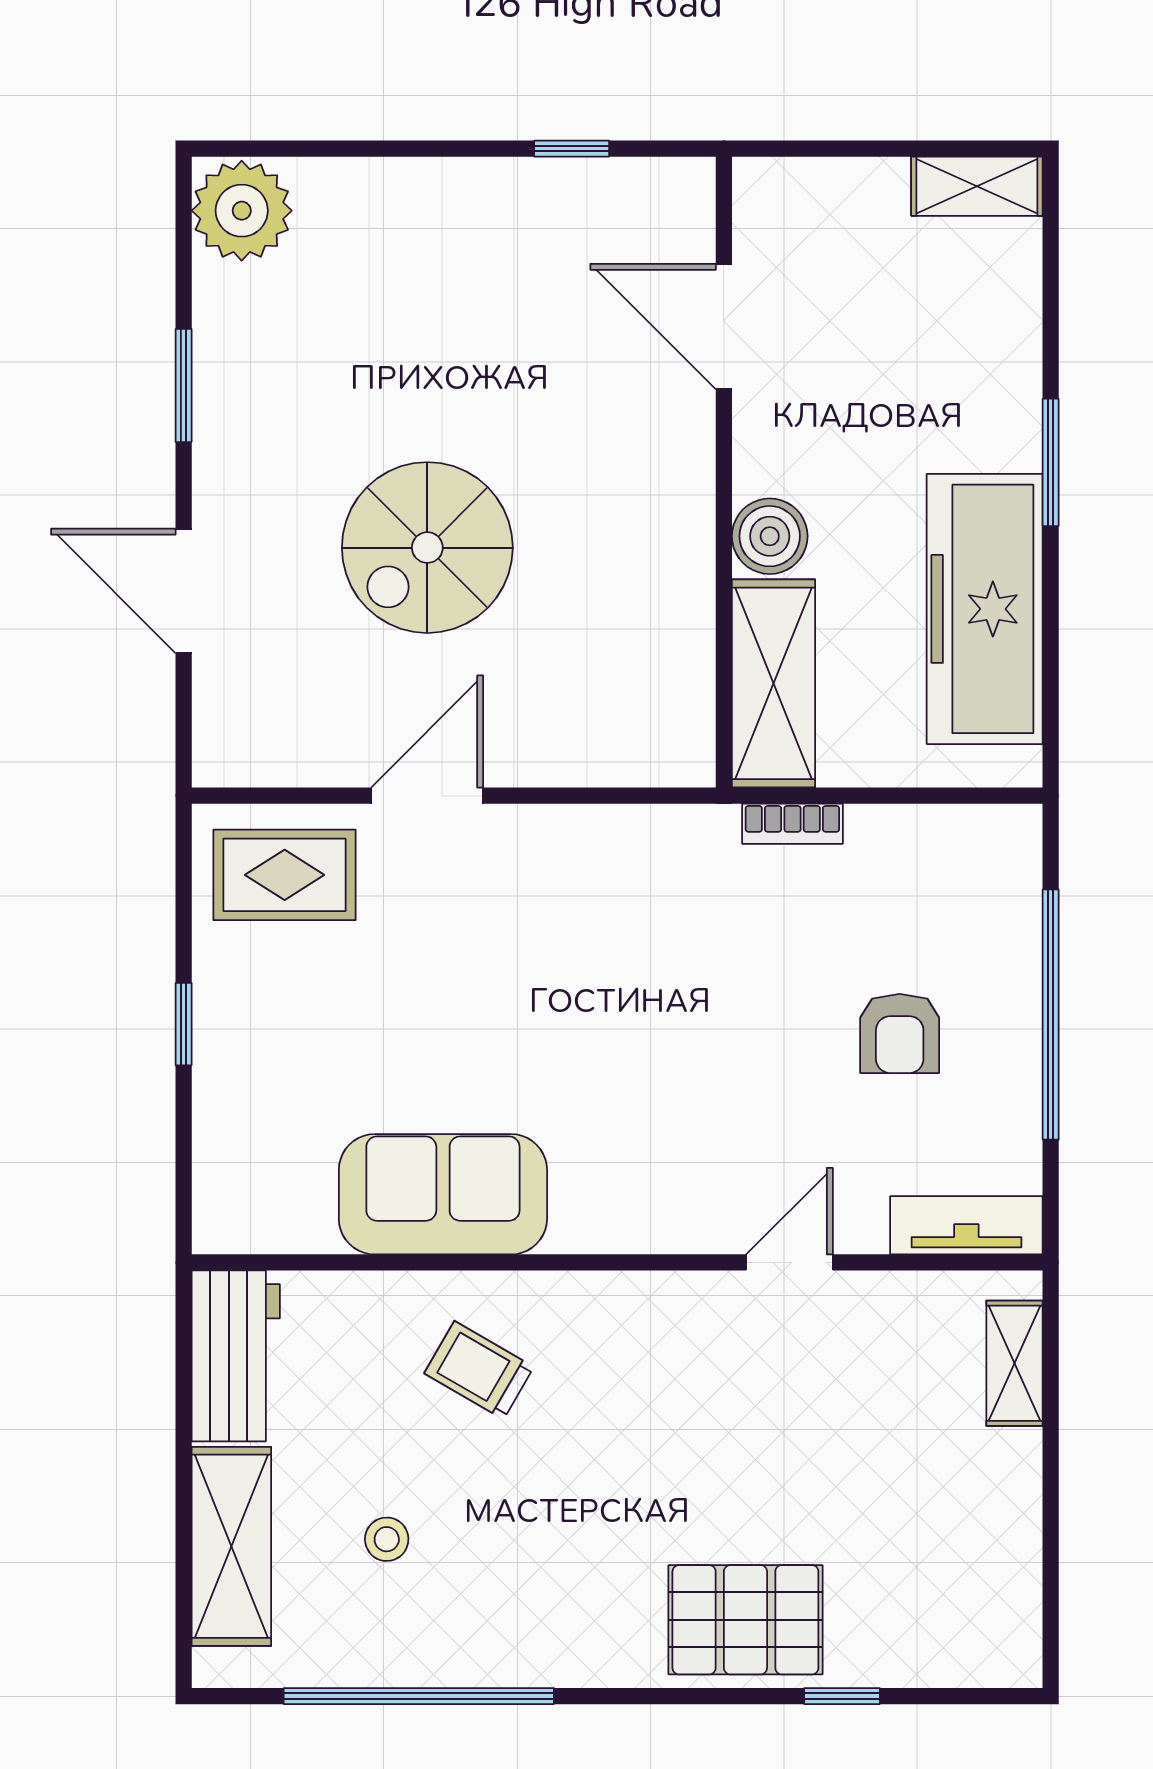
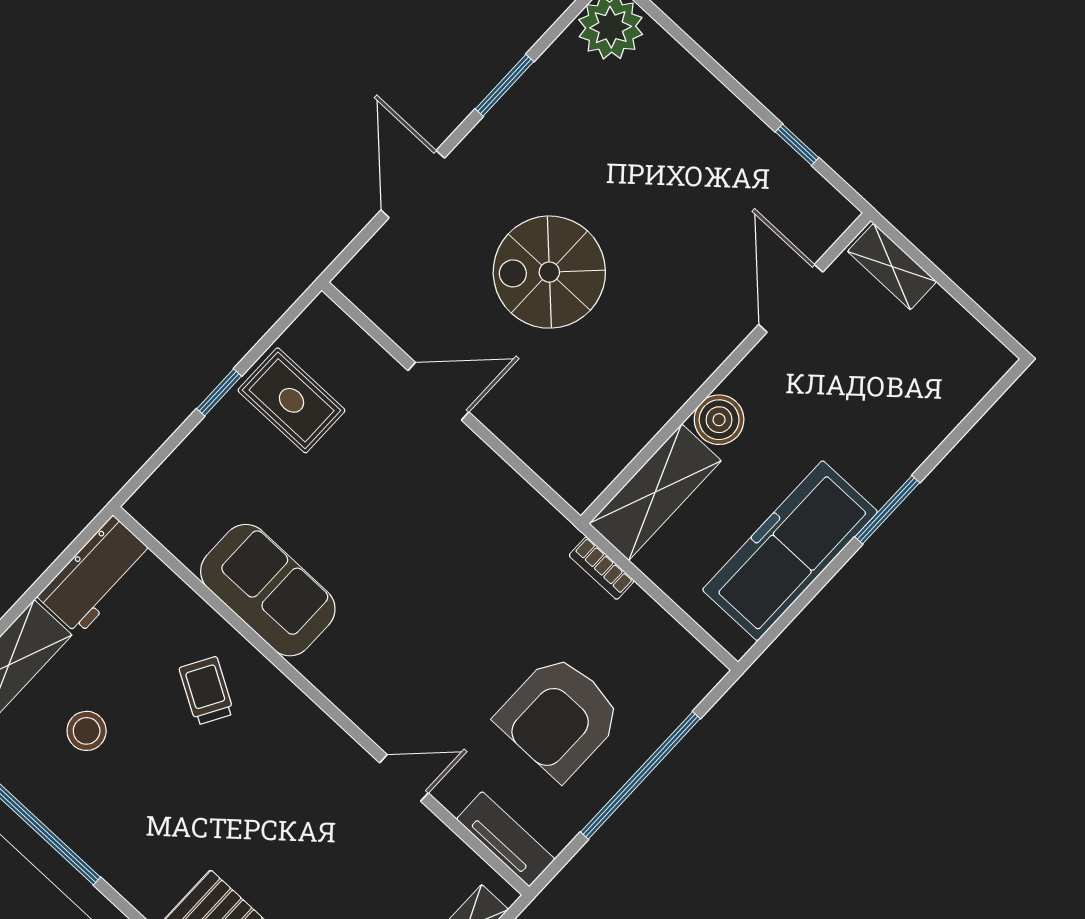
shelving: (977, 186) -> (892, 267), moved
rug: (285, 875) -> (292, 400), moved
armchair: (900, 1034) -> (559, 717), width x1.88, depth x1.88
stool: (387, 1539) -> (87, 731), width x1.37, depth x1.37

